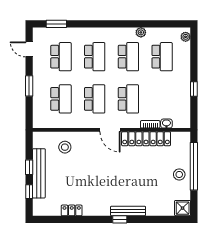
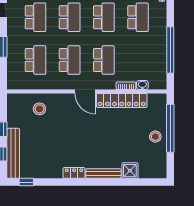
window: (194, 89) -> (170, 50), width x3.17
bench: (39, 173) -> (13, 153), moved
shower: (183, 208) -> (130, 171), moved
locker: (72, 210) -> (74, 173), moved
window: (120, 219) -> (26, 182), moved

